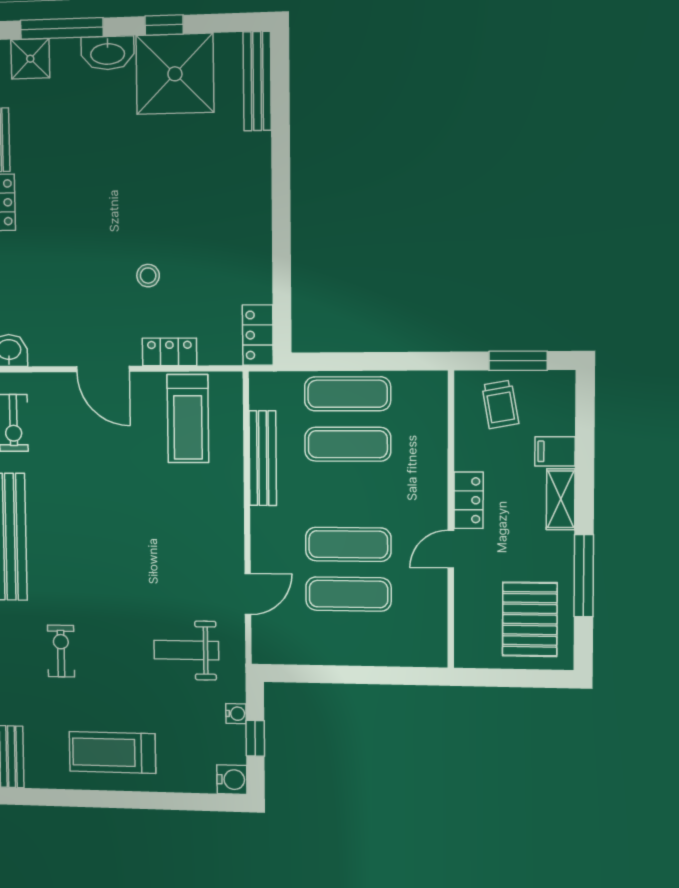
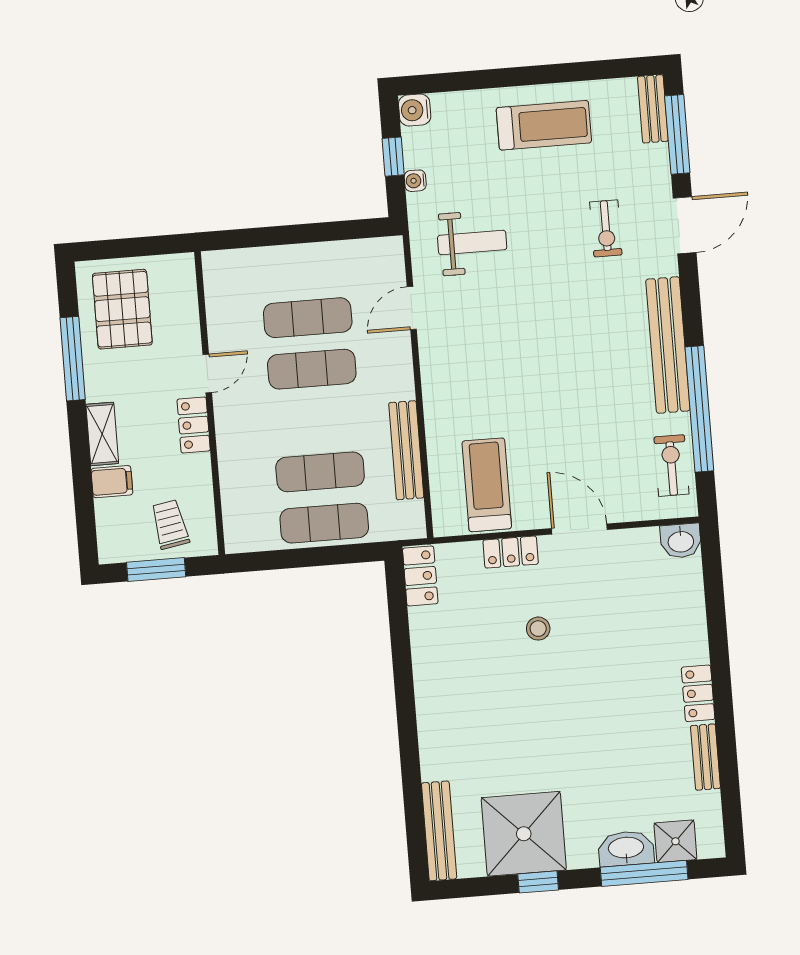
washbasin: (108, 53) -> (626, 849), moved

